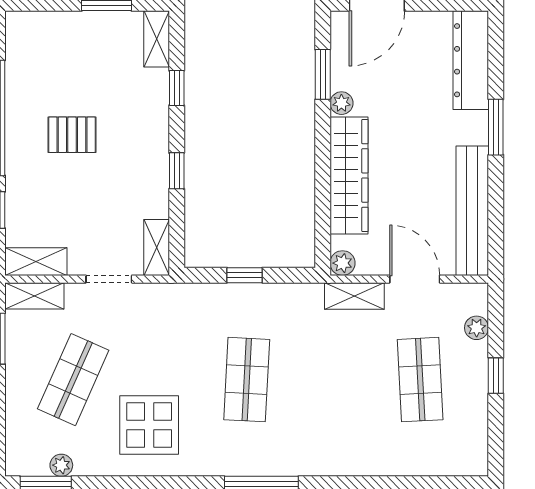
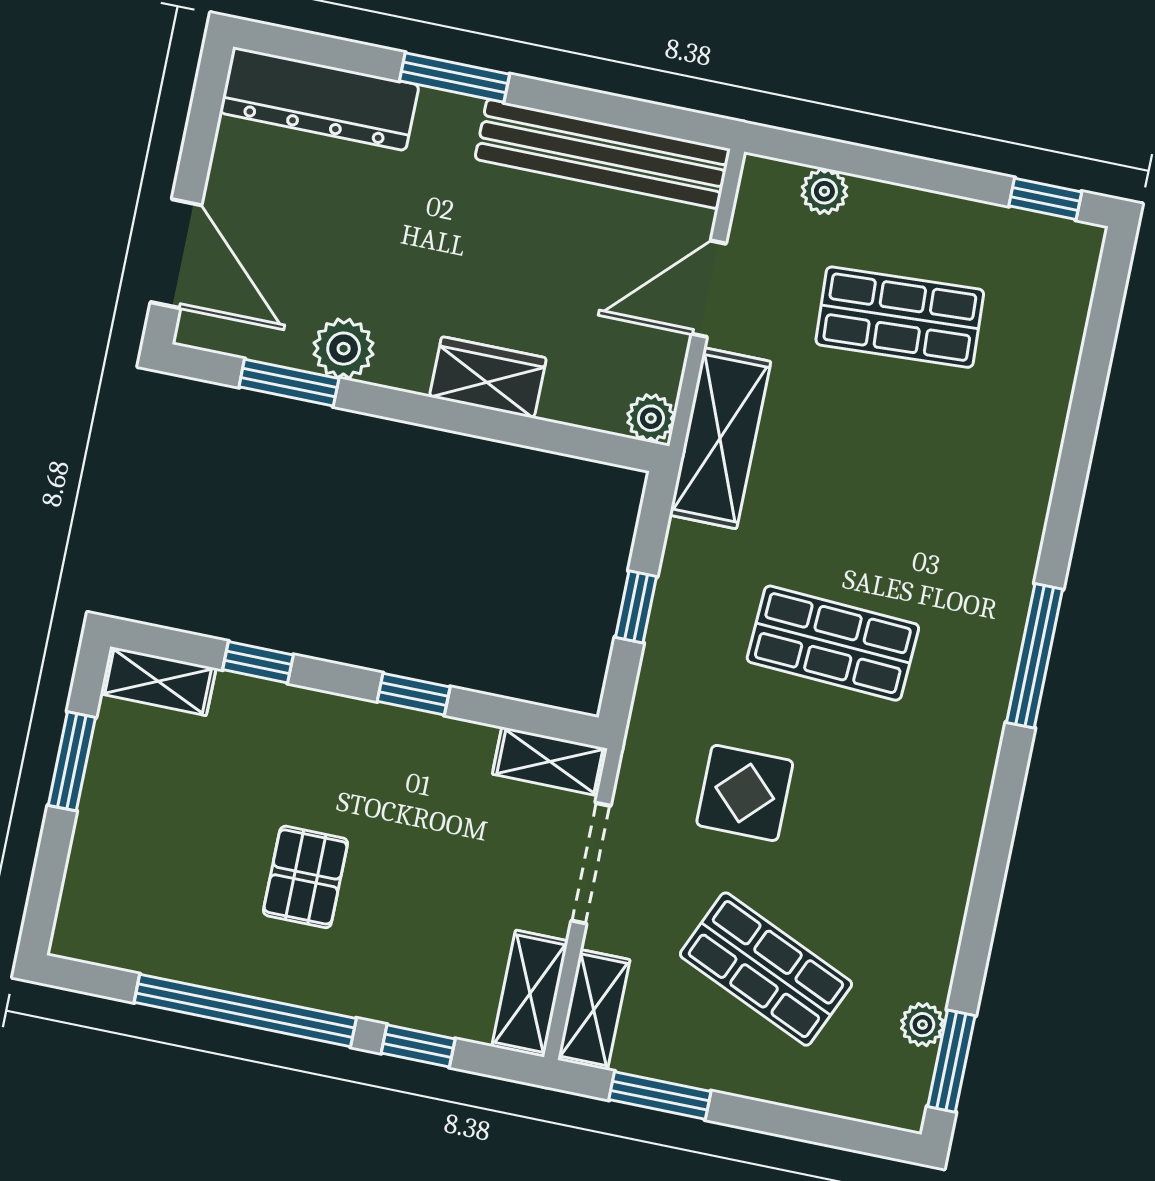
plant: (341, 103) -> (344, 349), width x1.38, depth x1.38
wardrobe: (349, 175) -> (488, 377), width x0.48, depth x0.85
doorway: (109, 279) -> (591, 863), width x1.38
shelving: (354, 296) -> (720, 438), width x1.50, depth x1.33
window: (496, 376) -> (1045, 199), moved
display table: (149, 425) -> (745, 793), moved, width x0.73, depth x0.73

